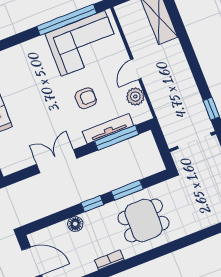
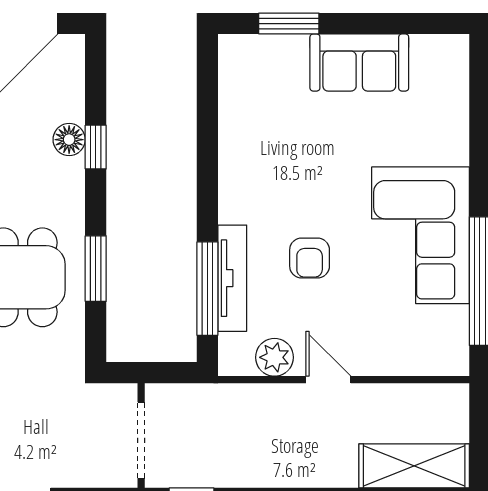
corner sofa: (83, 43) -> (421, 235), moved
double door: (57, 161) -> (207, 152), removed
window: (92, 204) -> (96, 147), moved

